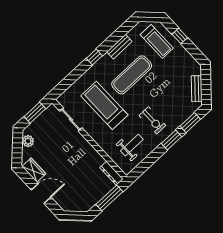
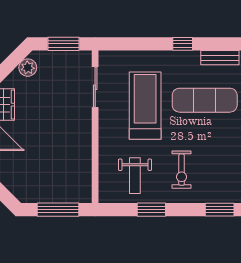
window: (172, 140) -> (151, 210), moved
weight bench: (132, 145) -> (135, 176), turned 90
dresser: (111, 173) -> (85, 185), removed

